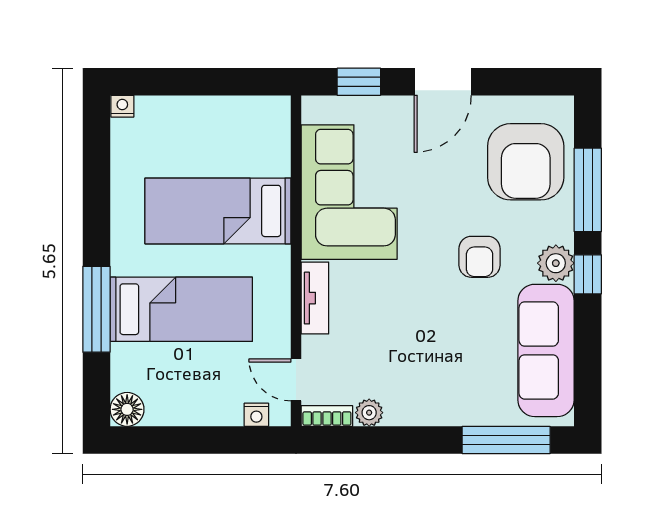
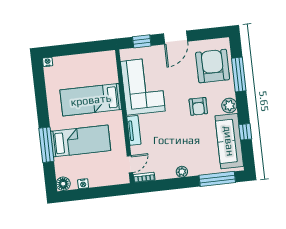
armchair: (526, 162) -> (213, 66), turned 180
window: (588, 274) -> (245, 132), moved
door: (296, 380) -> (130, 164), swing flipped
plant: (369, 413) -> (182, 172), moved
nightstand: (256, 415) -> (83, 184), moved

